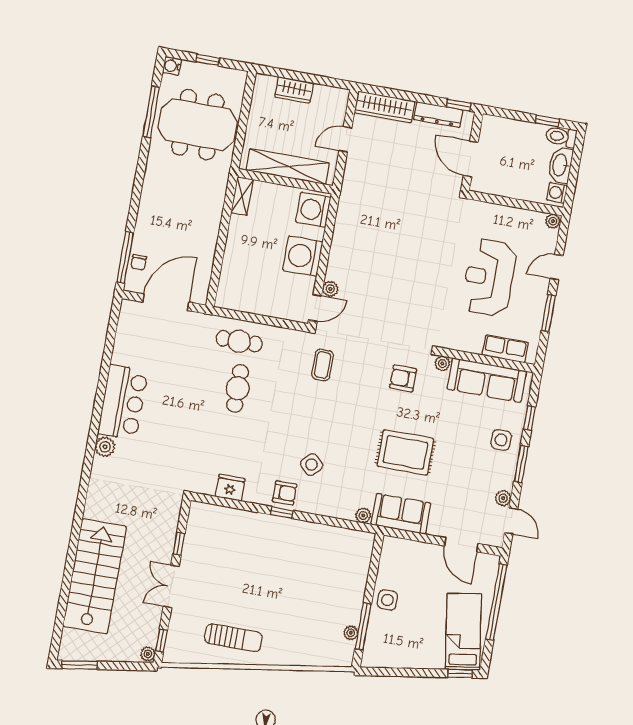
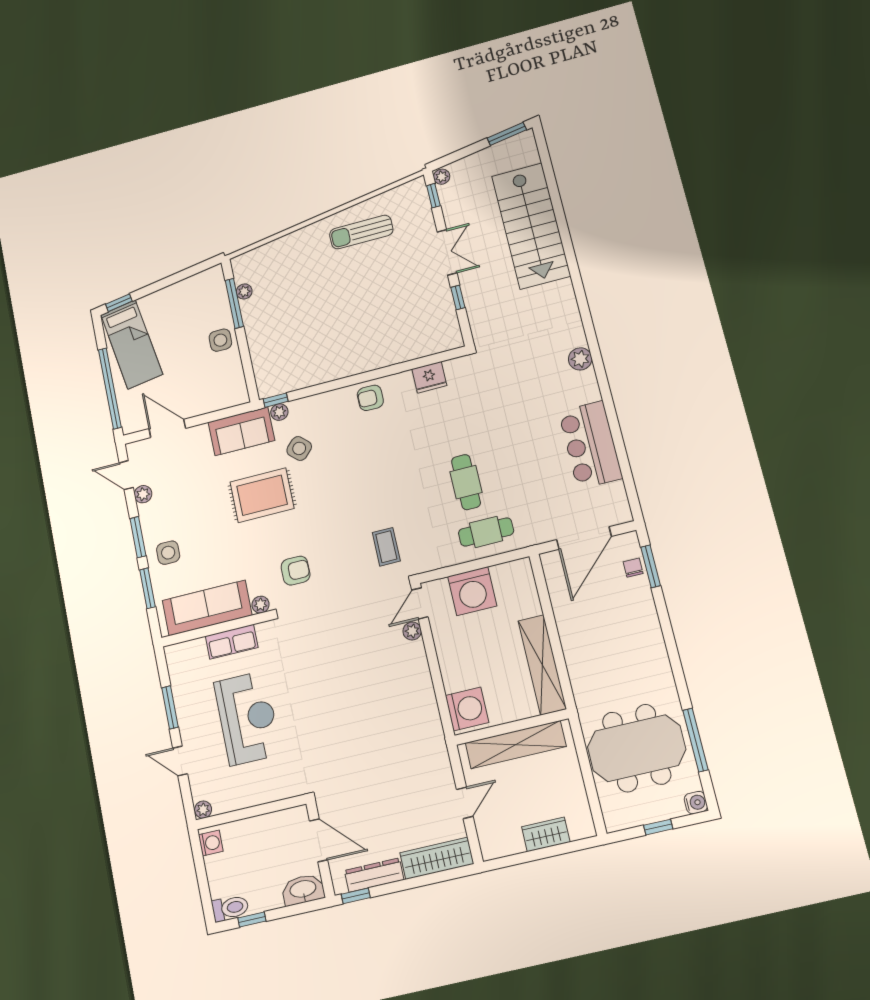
washbasin: (560, 165) -> (303, 890), moved, turned -90
shelving: (242, 196) -> (542, 665), width x2.20, depth x1.33
washing machine: (303, 256) -> (472, 591), moved, turned 90
window: (125, 257) -> (651, 566), width x0.69
door: (557, 267) -> (180, 761), swing flipped
row of seats: (505, 349) -> (232, 642), moved
bar counter: (123, 402) -> (590, 445), moved
window: (529, 418) -> (148, 588), width x1.50
side table: (312, 465) -> (299, 448), moved
window: (282, 512) -> (276, 400), moved

